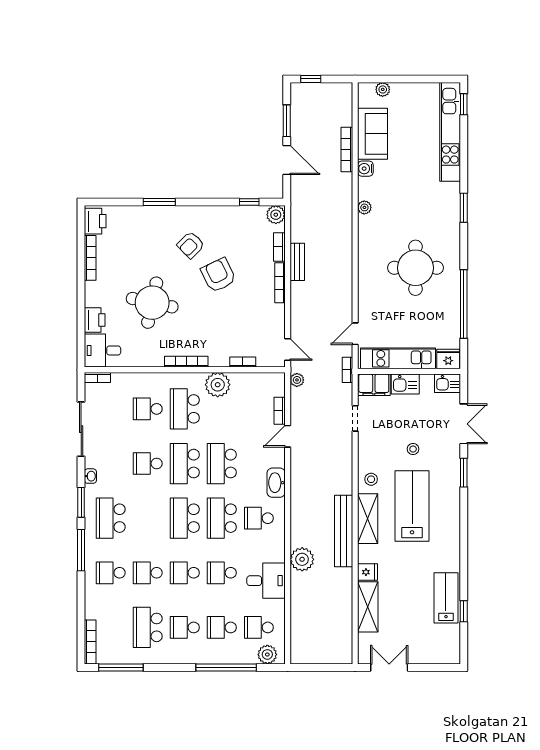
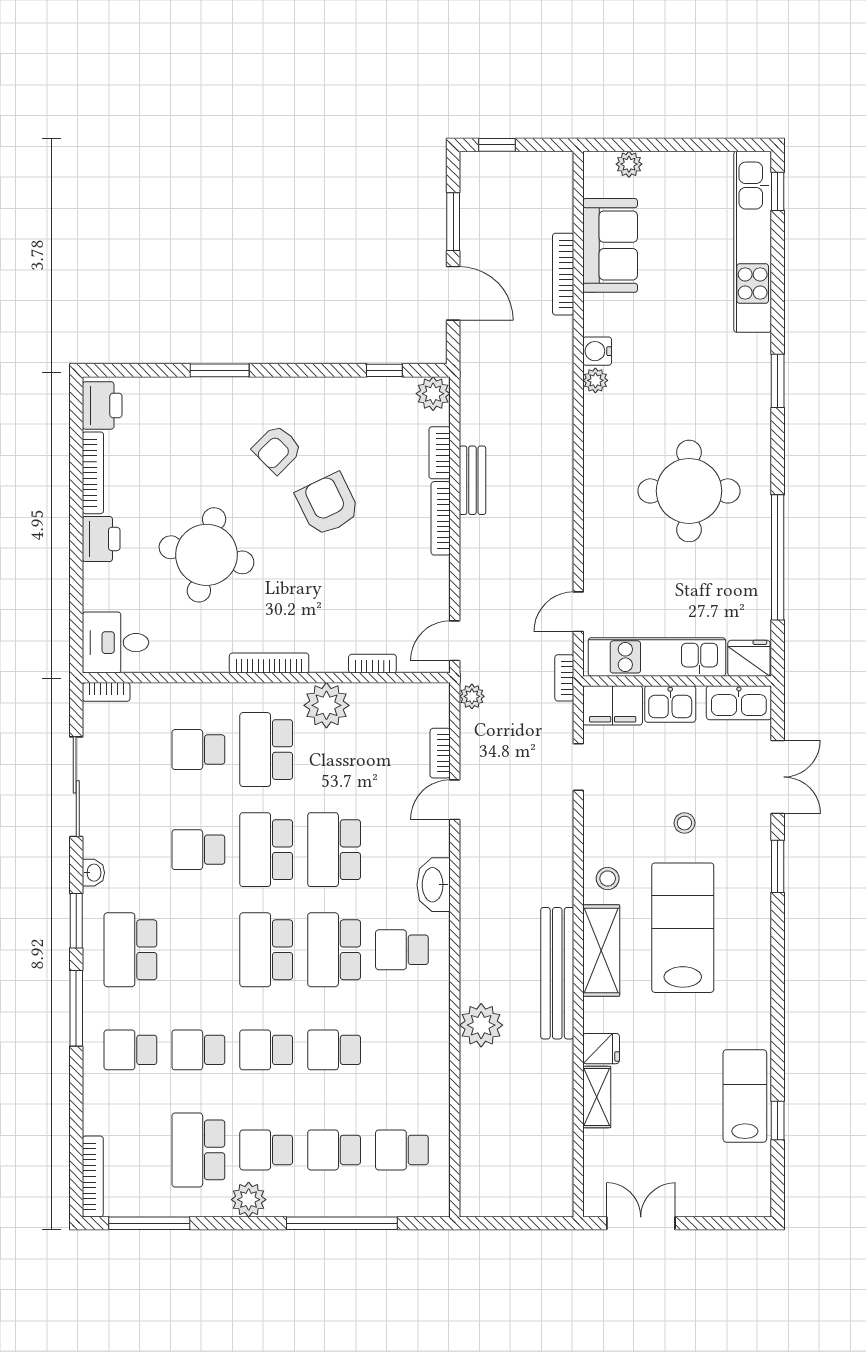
water cooler: (365, 169) -> (597, 351), moved
printer: (95, 320) -> (101, 539), moved
door: (288, 350) -> (455, 641), swing flipped
kitchen sink: (448, 383) -> (739, 703), width x1.38
desk: (266, 581) -> (415, 1064), removed
shelving: (368, 607) -> (597, 1097), width x0.67, depth x0.75
plant: (267, 654) -> (249, 1200), moved

